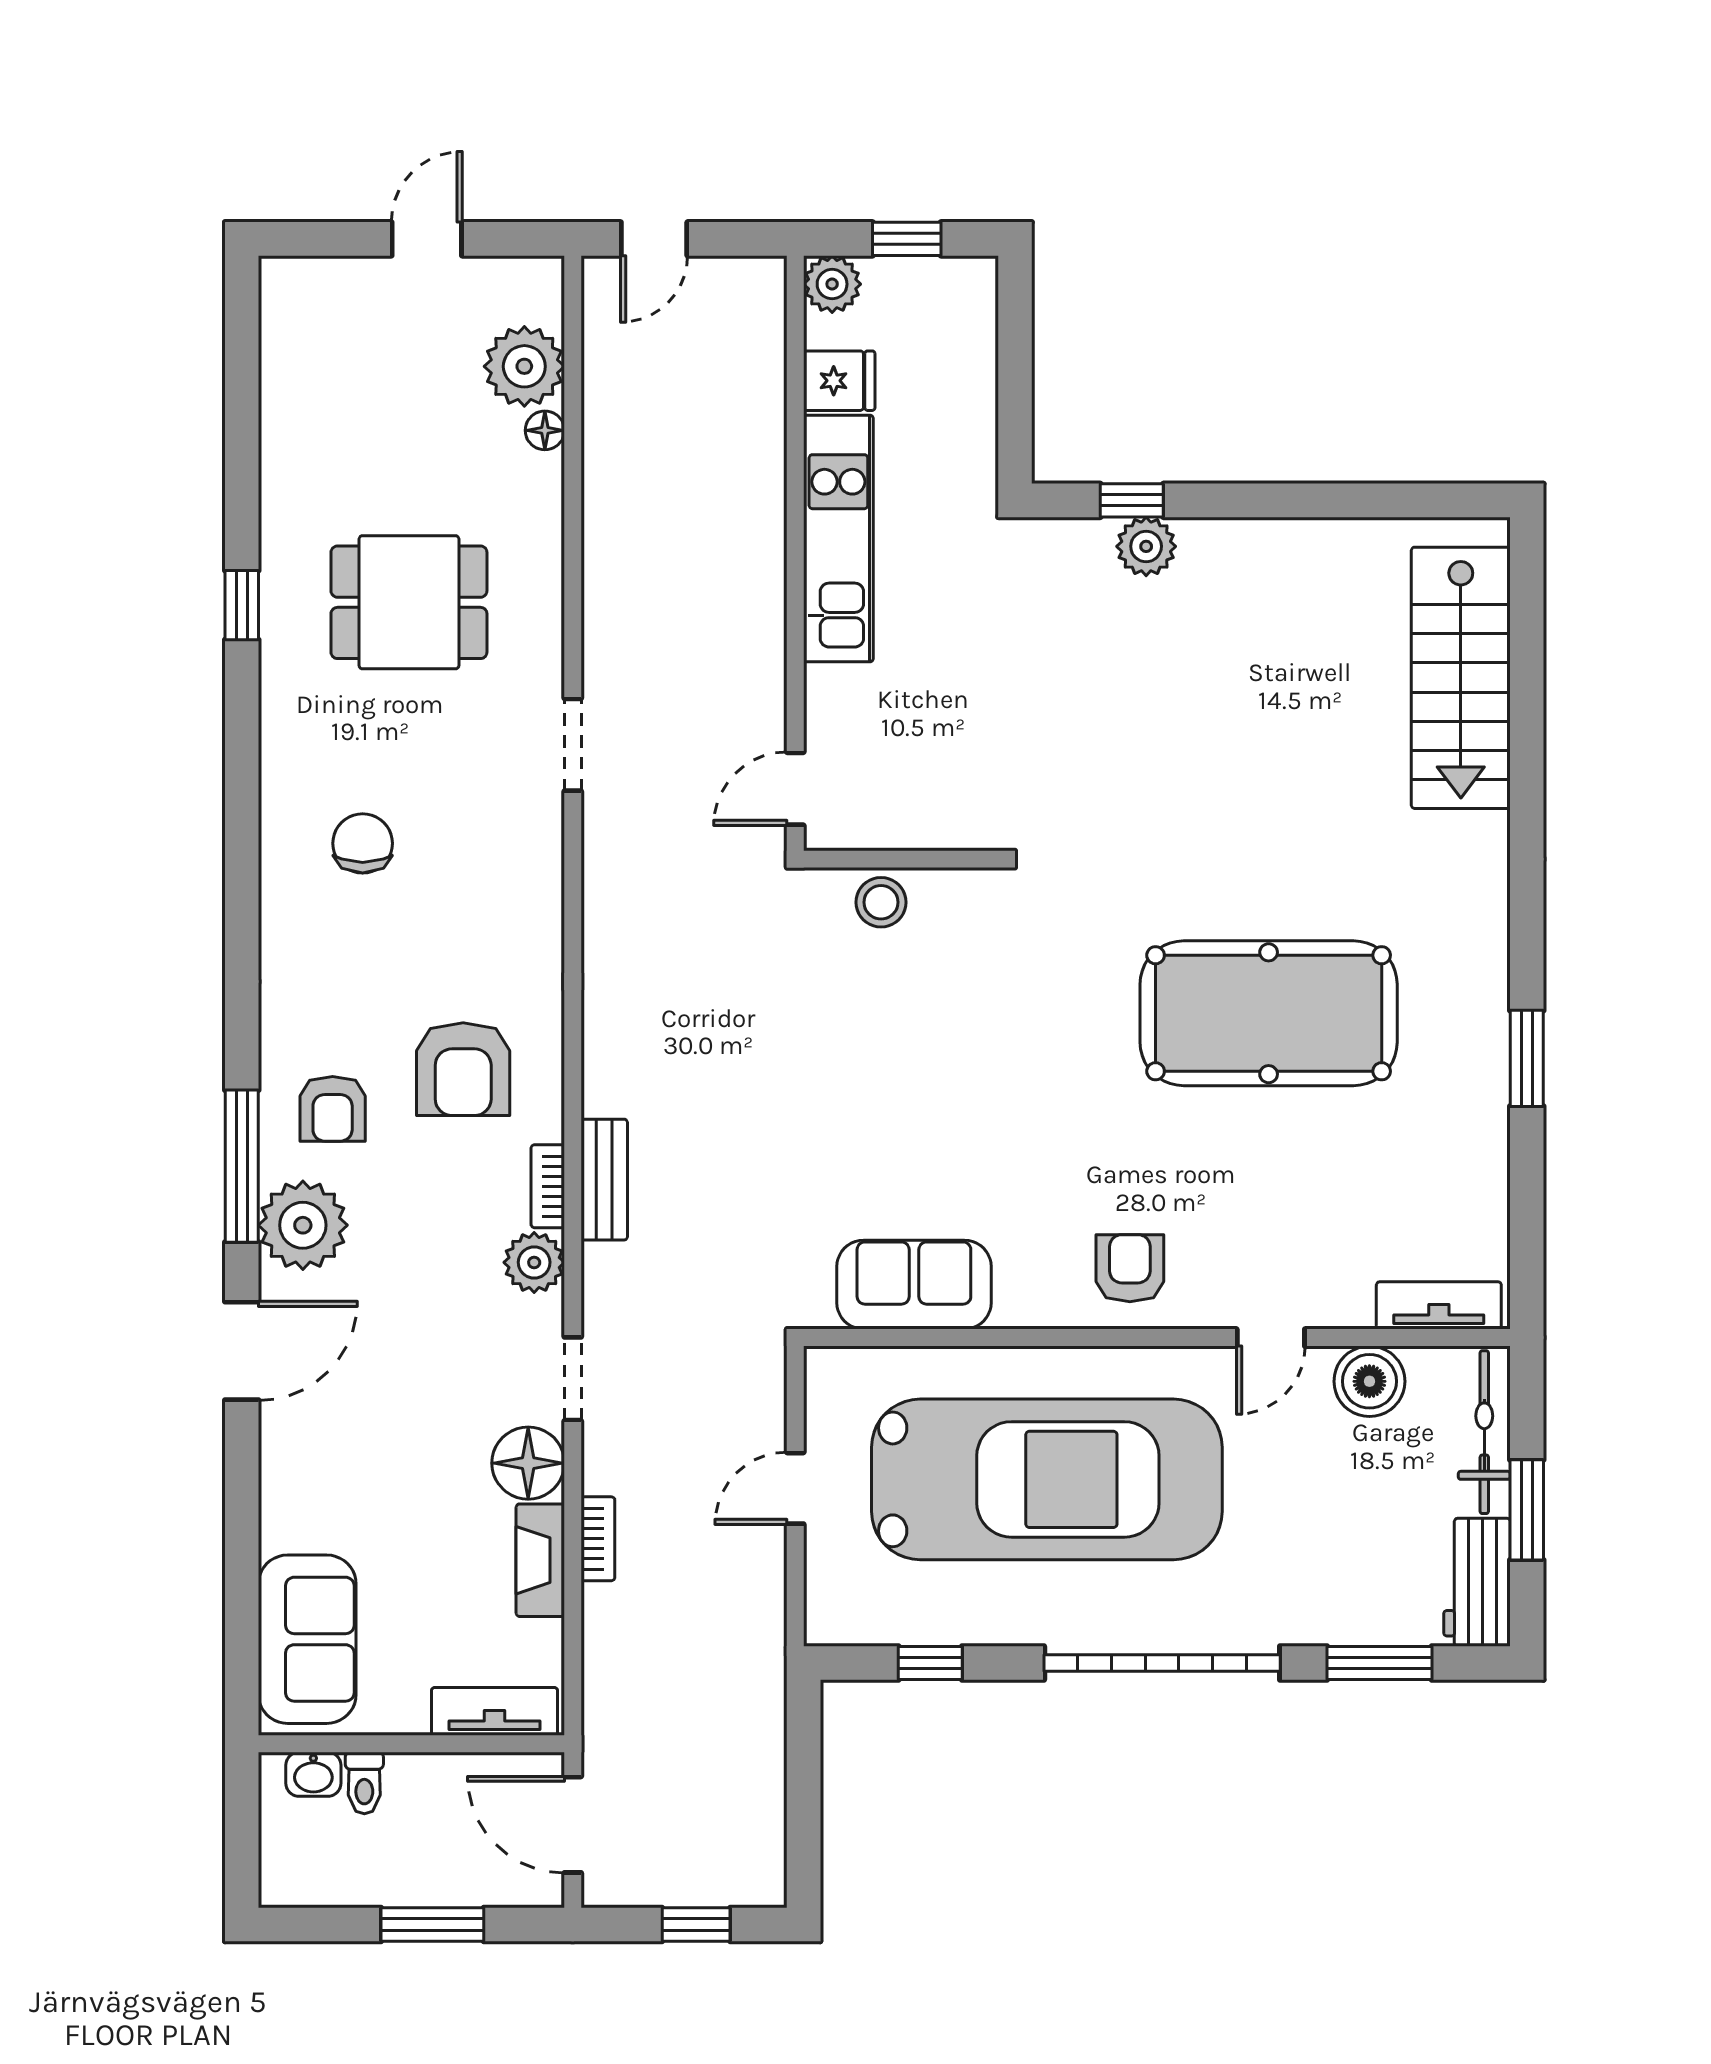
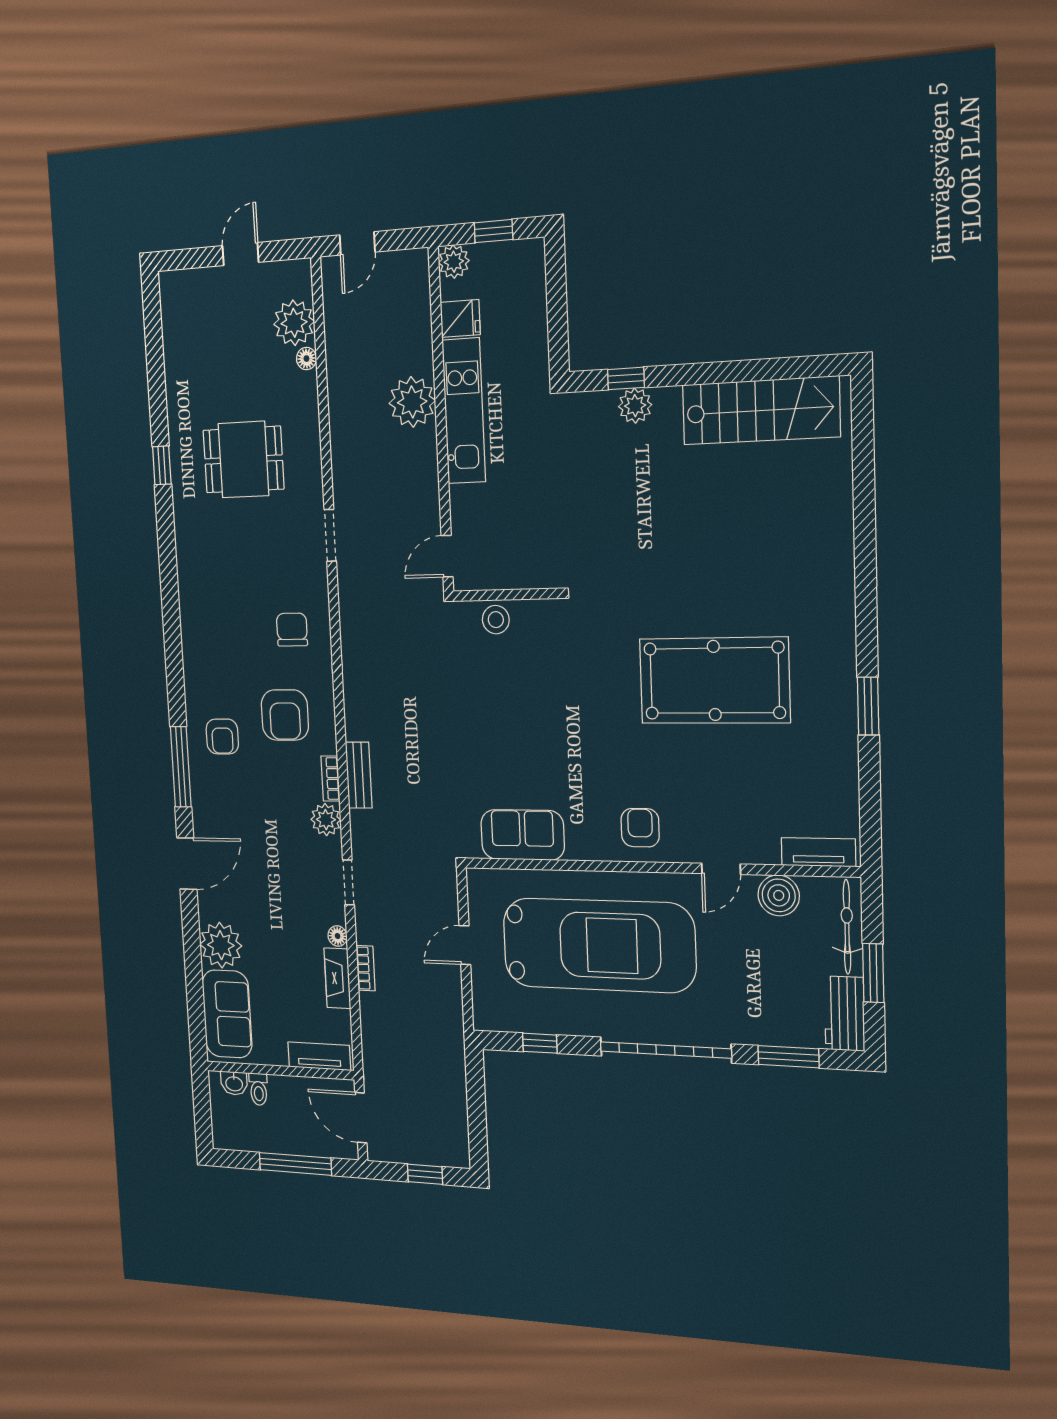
plant: (743, 518) -> (412, 402), added
stairs: (1461, 678) -> (761, 411), moved, turned -90
chair: (363, 843) -> (292, 630), moved
plant: (303, 1225) -> (221, 945), moved
floor lamp: (528, 1463) -> (338, 936), width x0.53, depth x0.53
window: (432, 1924) -> (295, 1164), width x1.44

